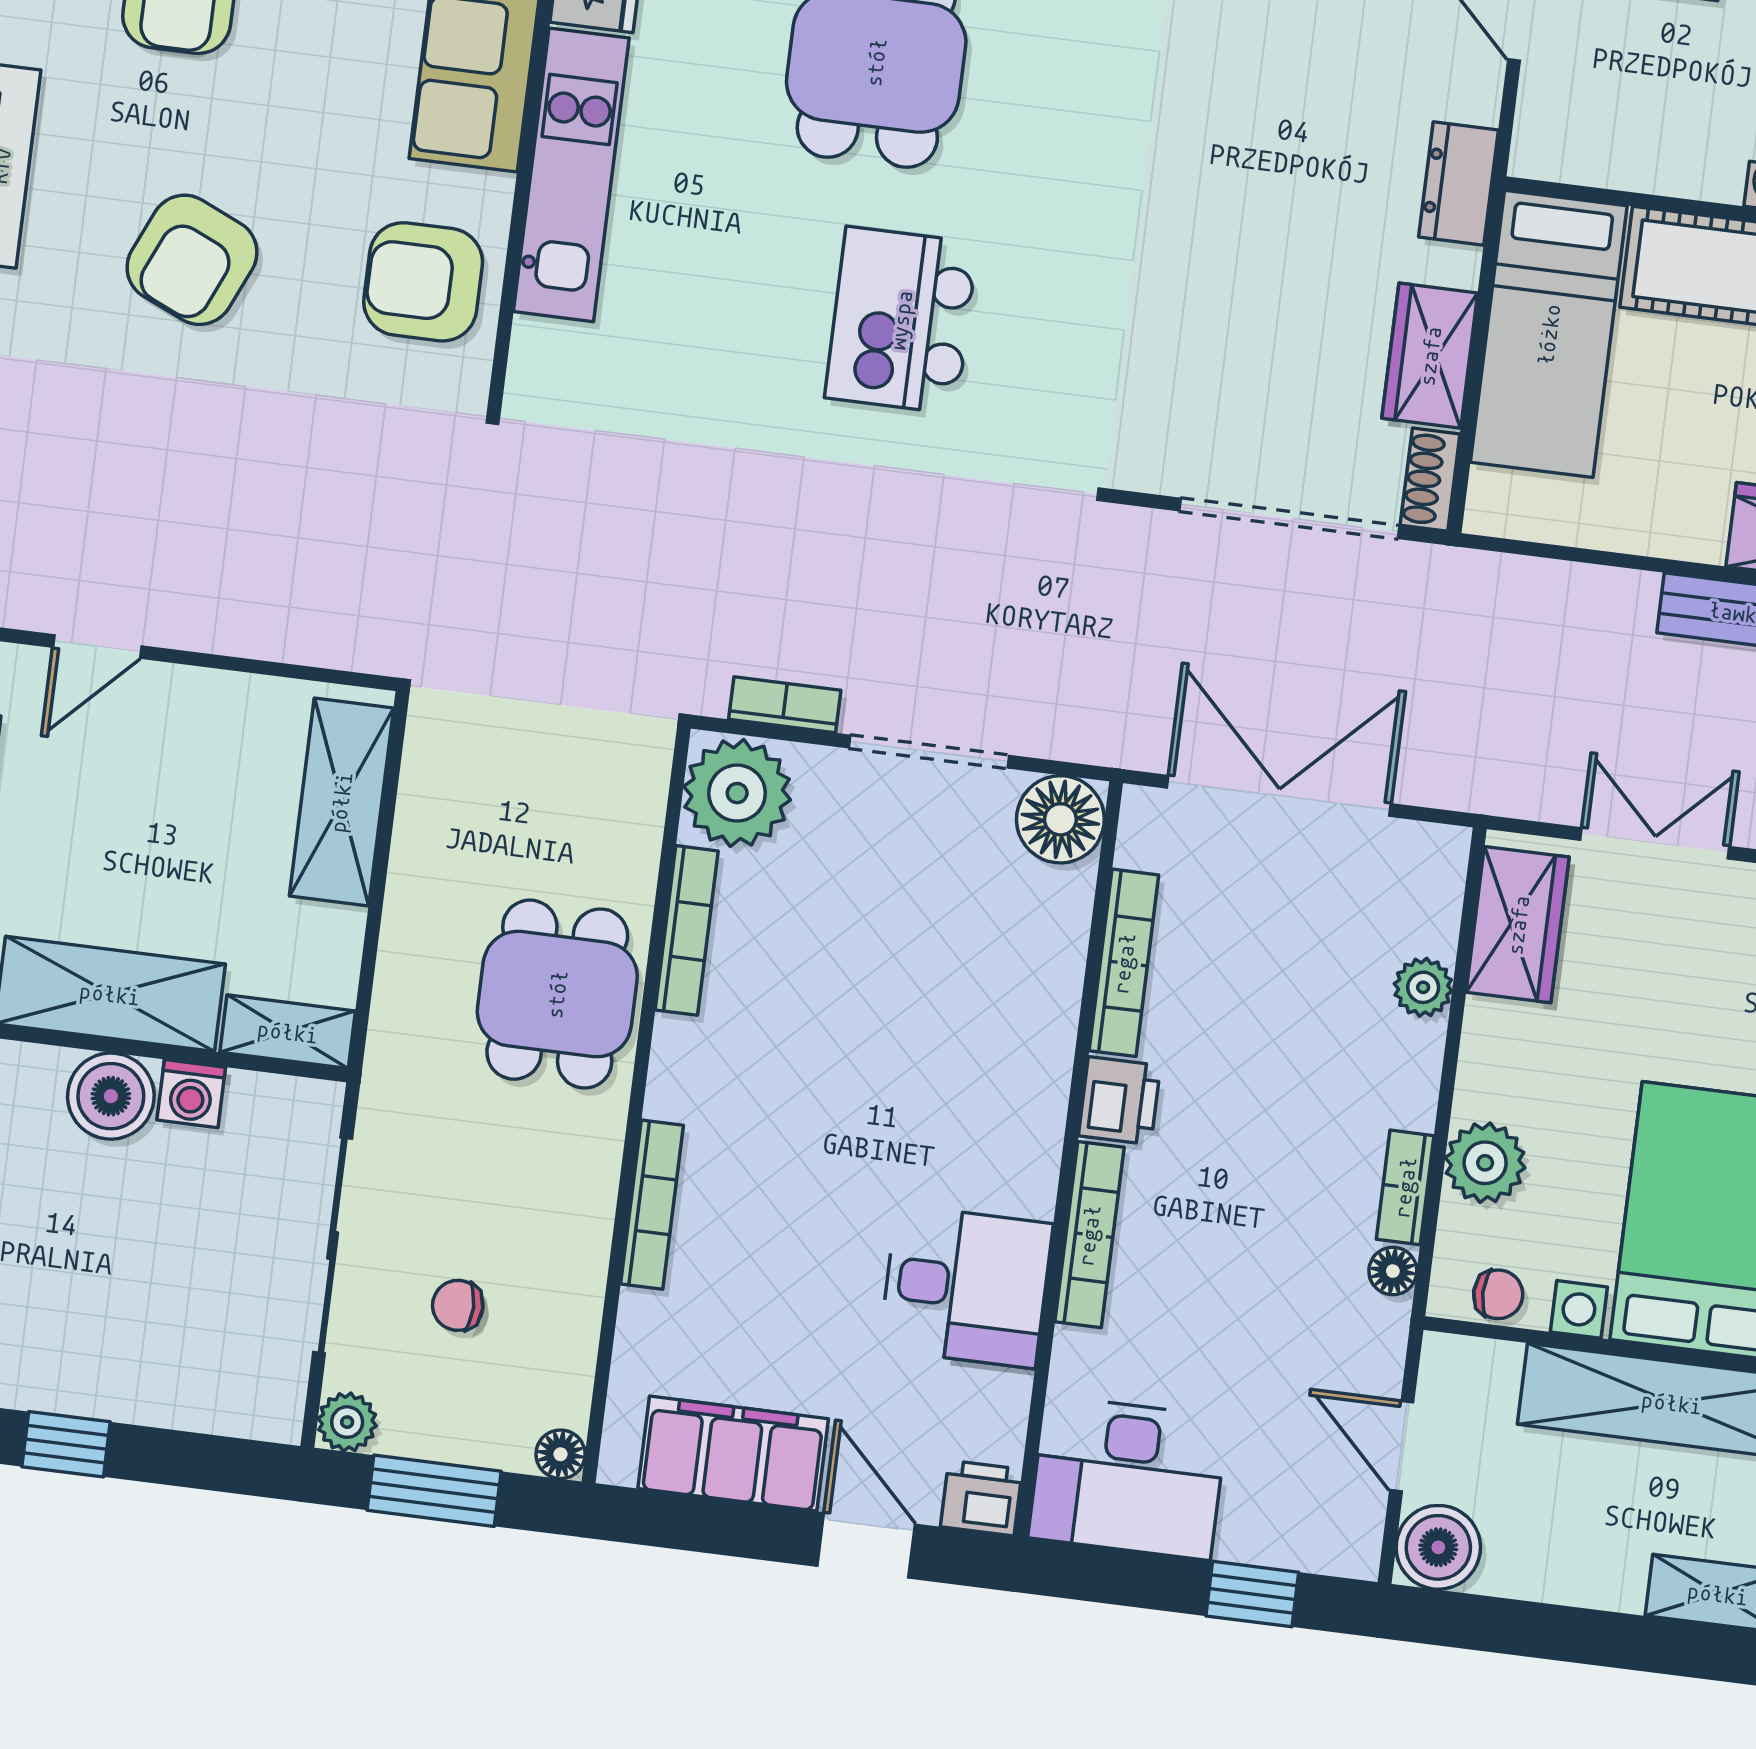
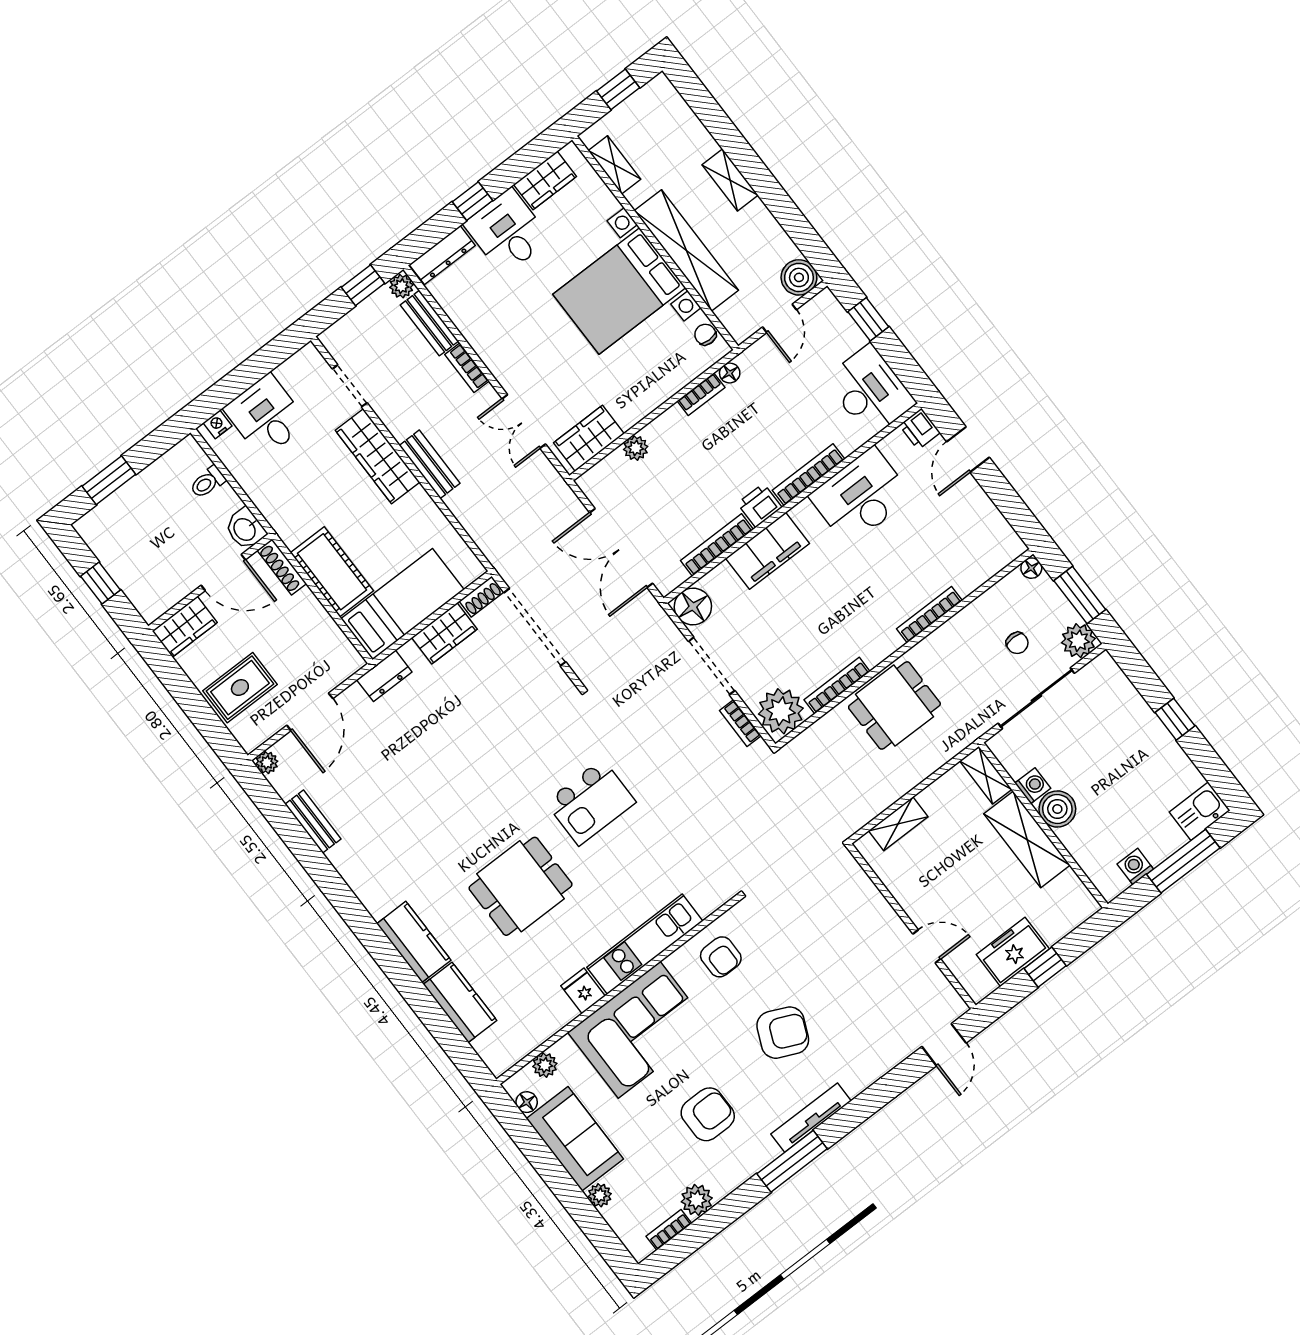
armchair: (423, 282) -> (721, 957), width x0.72, depth x0.72
shelving: (341, 802) -> (898, 824), width x0.67, depth x0.75
plant: (1485, 1163) -> (670, 377), removed
desk: (966, 1286) -> (861, 496), width x1.37
plant: (347, 1422) -> (1078, 641), width x1.38, depth x1.38
filing cabinet: (733, 1454) -> (768, 551), moved, turned -90

